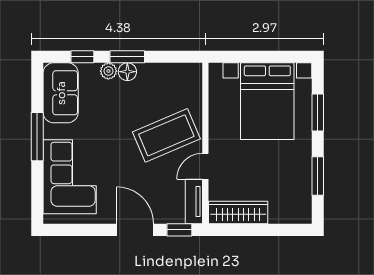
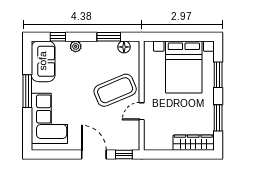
window: (127, 57) -> (109, 37), moved
floor lamp: (127, 72) -> (124, 47), moved
tv unit: (194, 202) -> (134, 135), removed
wardrobe: (238, 212) -> (193, 143), moved

